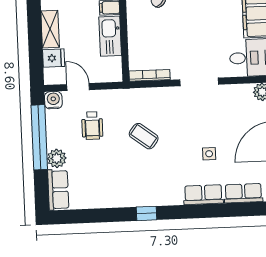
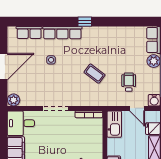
kitchen sink: (110, 36) -> (114, 124), moved
row of seats: (203, 195) -> (62, 33), width x1.48
window: (146, 213) -> (85, 22), moved

